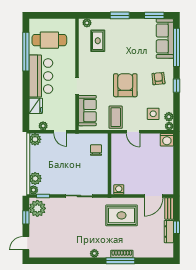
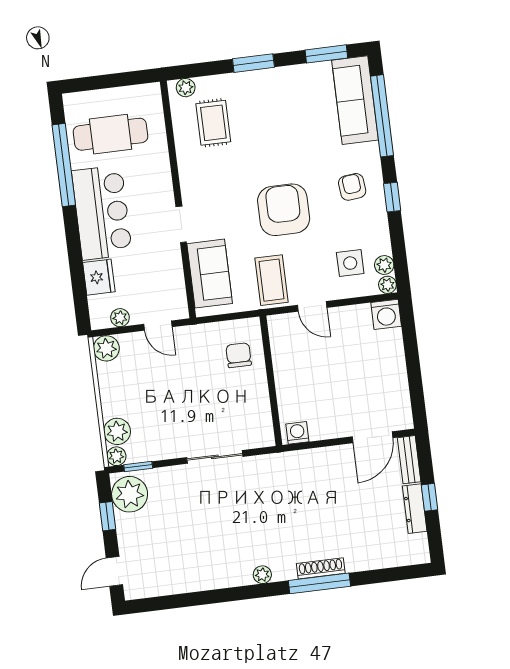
rug: (122, 215) -> (310, 487), removed

